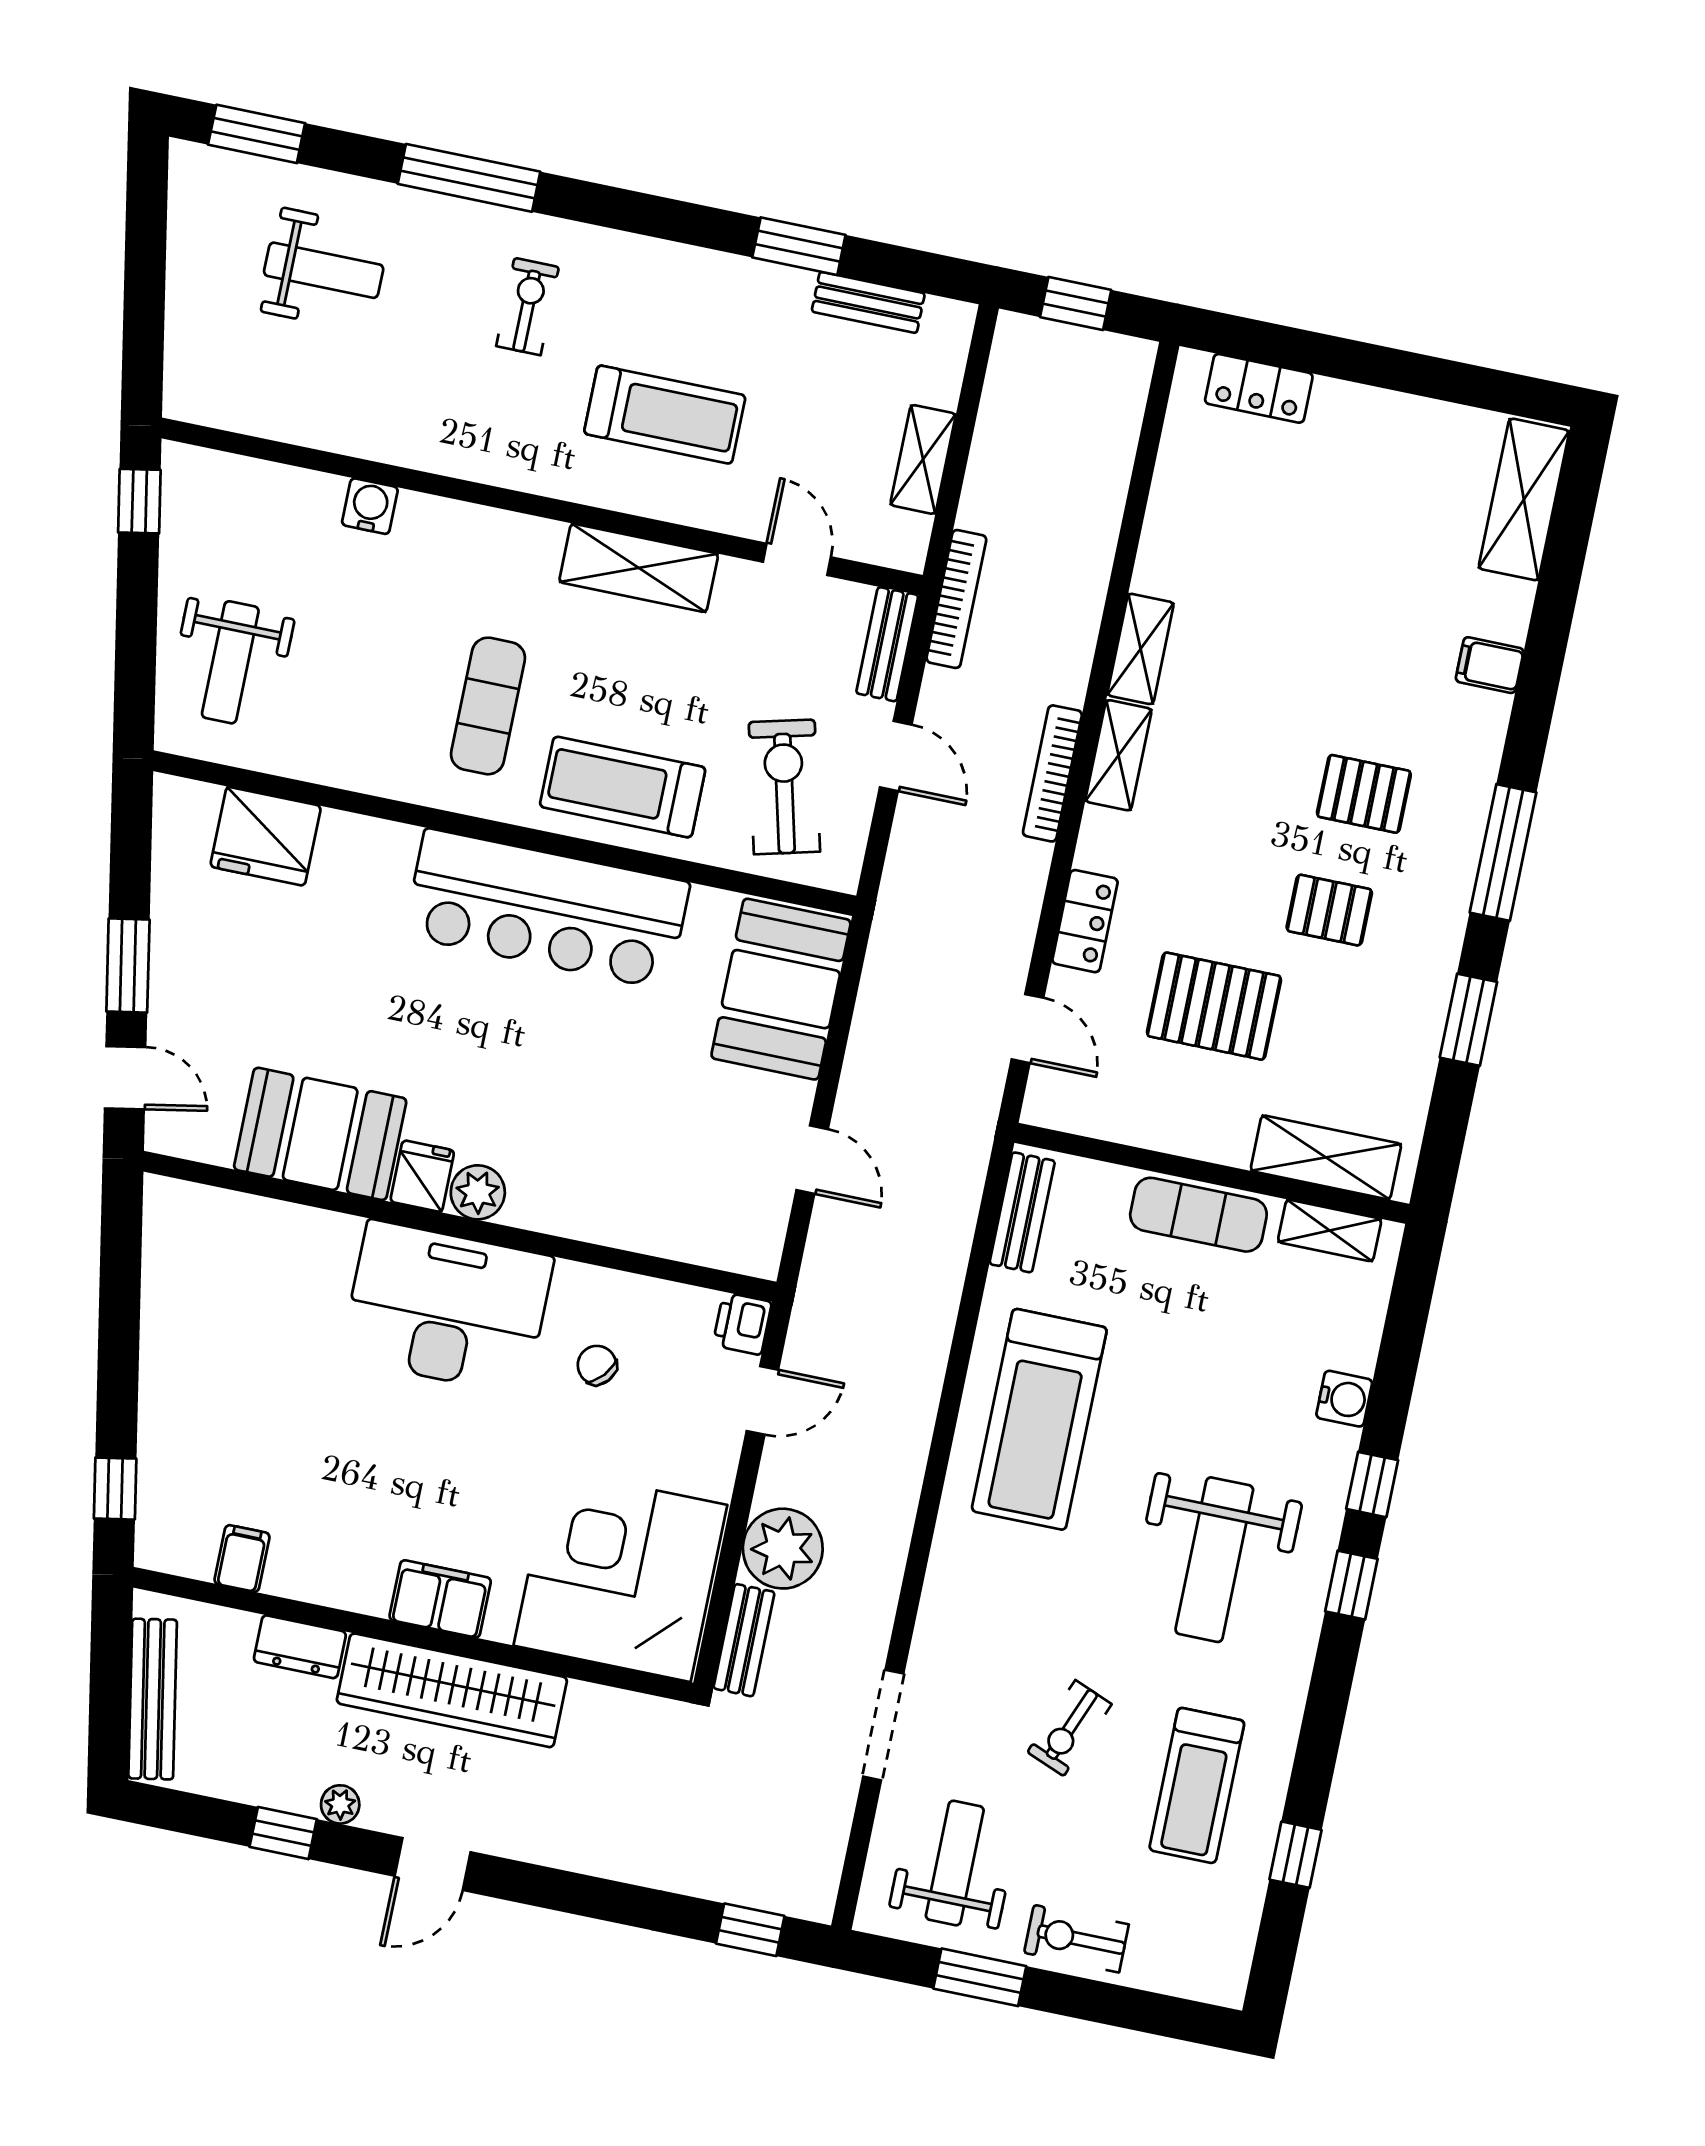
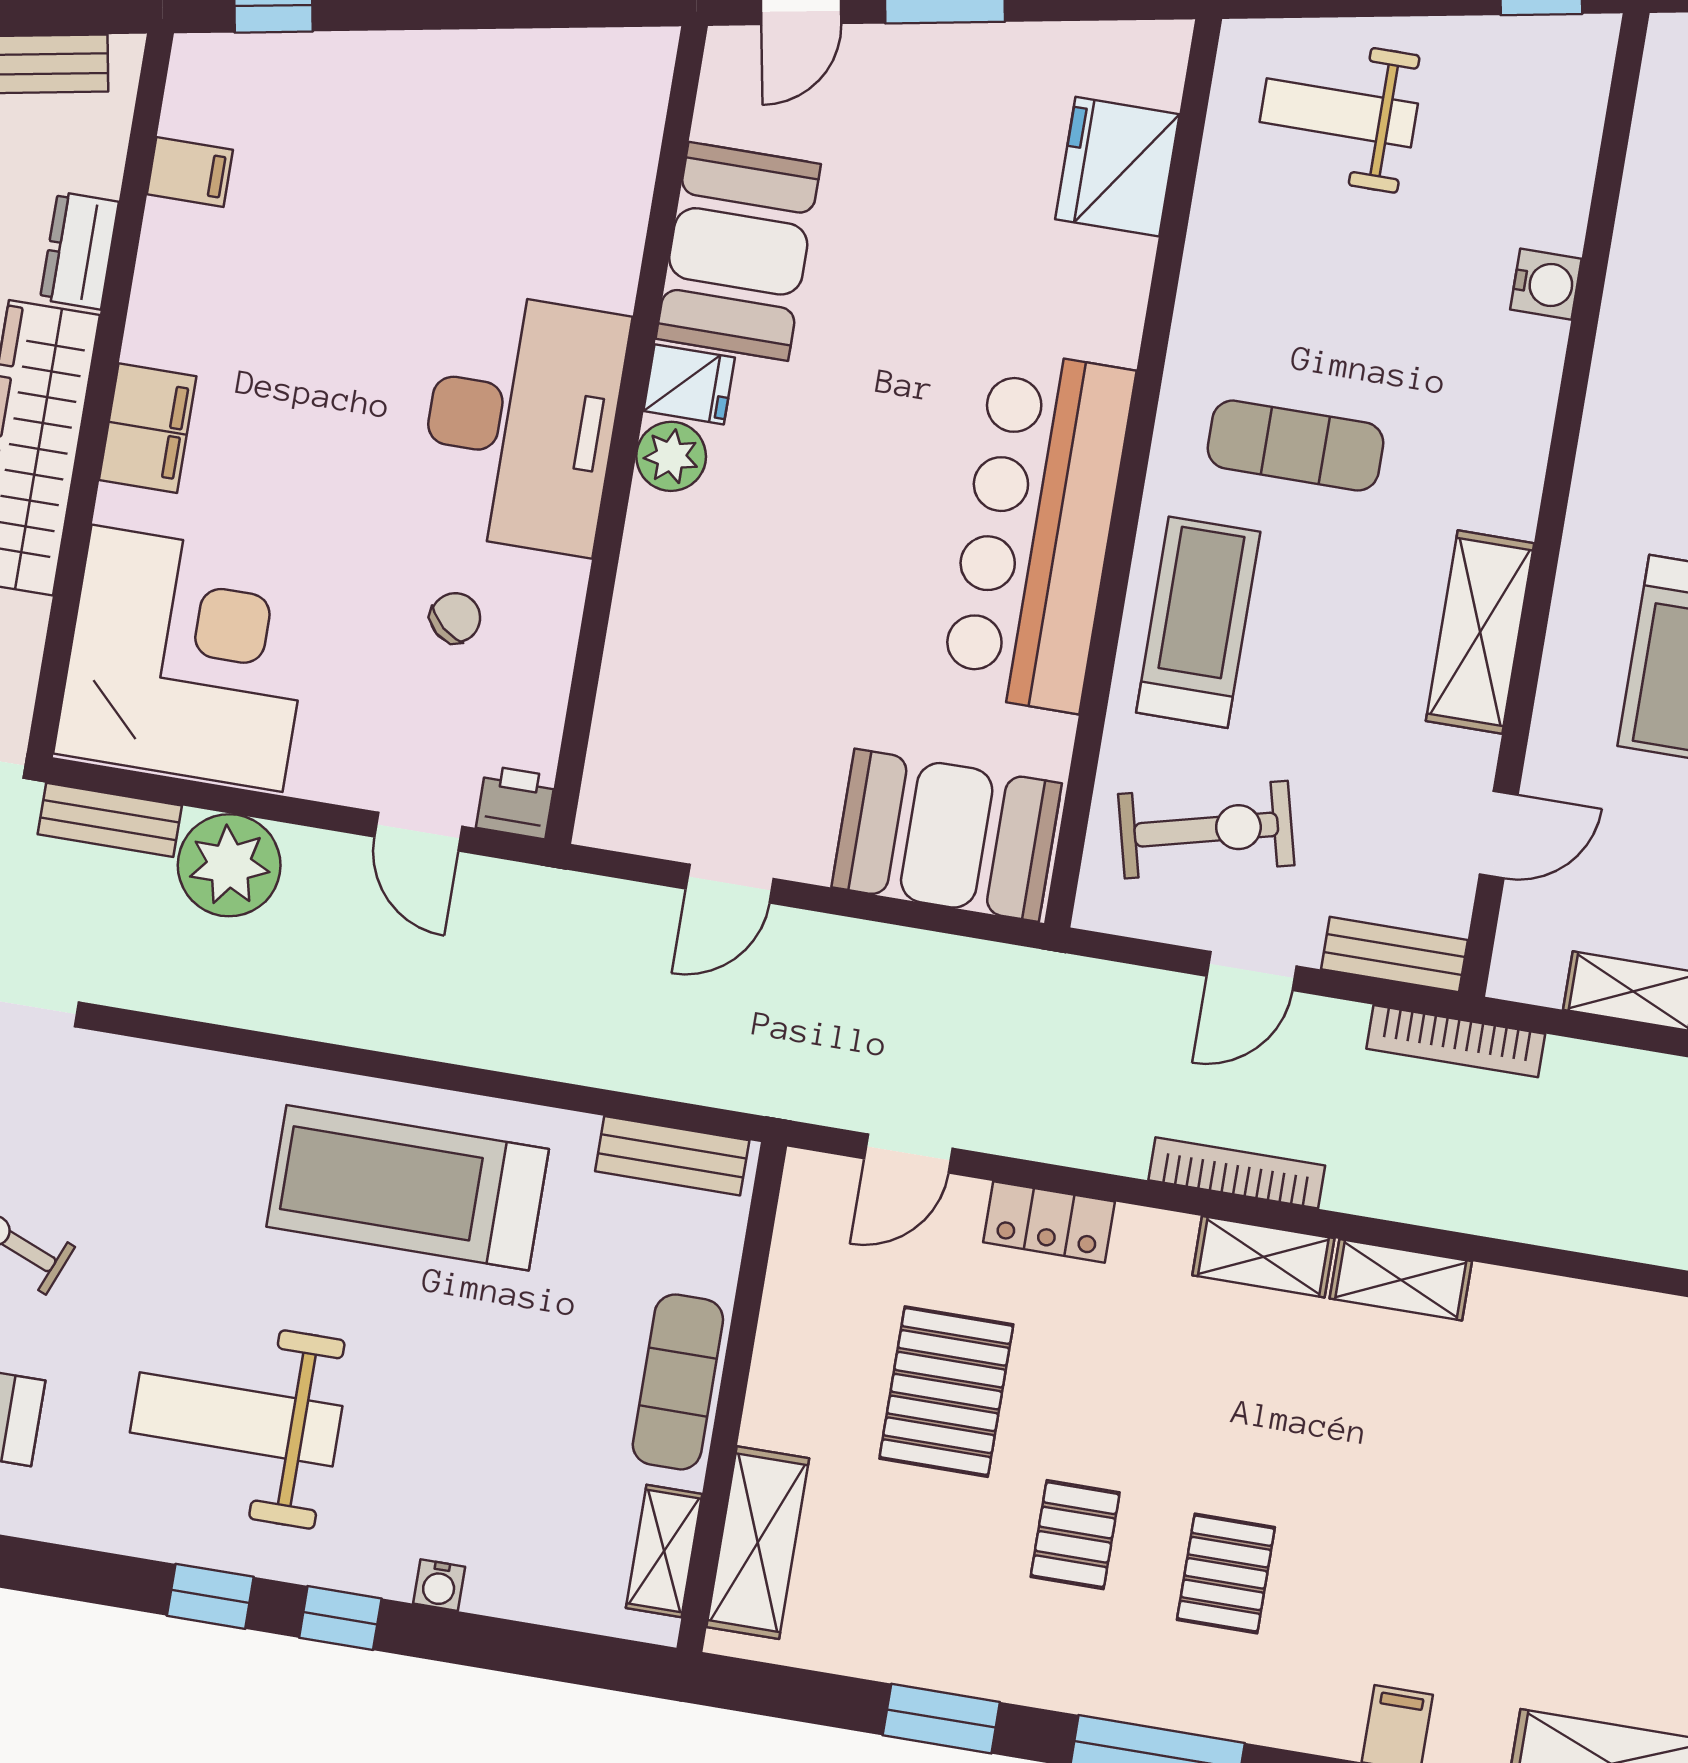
water cooler: (1344, 1399) -> (439, 1585), width x0.72, depth x0.72

